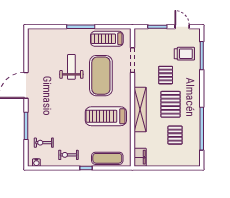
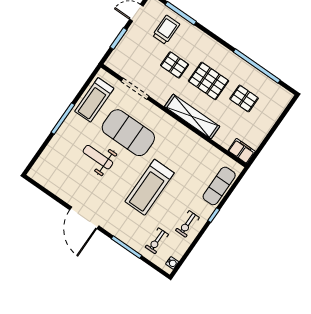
treadmill: (106, 116) -> (150, 187), moved

